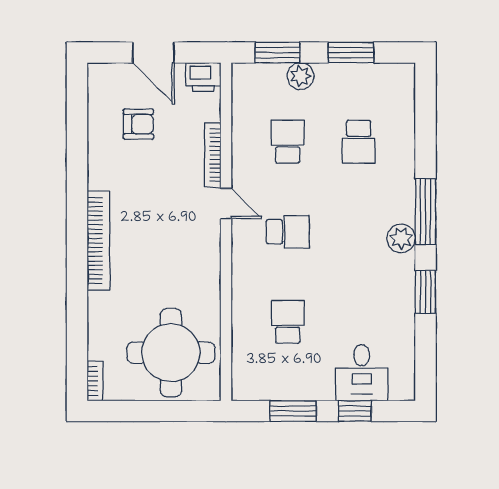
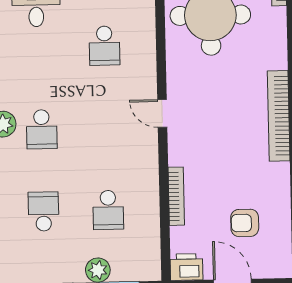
door: (226, 203) -> (162, 113), moved
school desk: (288, 232) -> (42, 129), moved, turned -90

